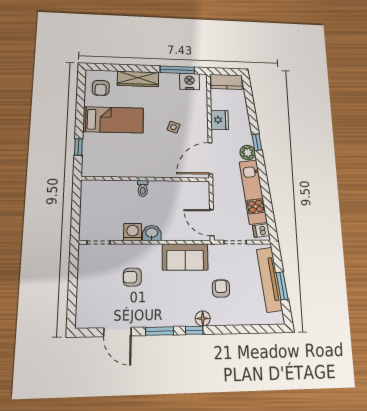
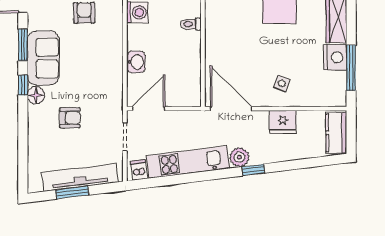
nightstand: (190, 82) -> (335, 57), moved
side table: (174, 127) -> (282, 83), moved
washbasin: (152, 233) -> (136, 62), moved
sofa: (185, 257) -> (43, 58), moved, turned 180

